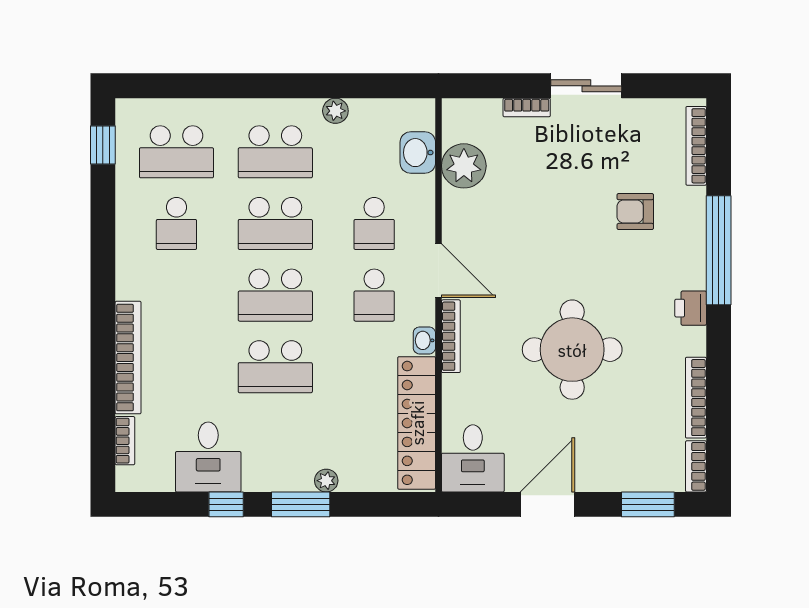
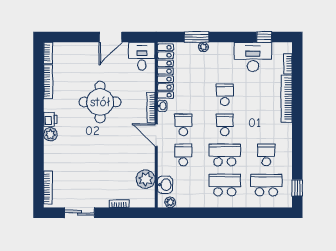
sliding door: (586, 86) -> (80, 213), moved
plant: (335, 111) -> (170, 202), moved
armchair: (635, 212) -> (74, 160), removed
window: (719, 250) -> (39, 144), removed
plant: (690, 273) -> (50, 134), added
school desk: (275, 295) -> (225, 125), width x0.54
school desk: (275, 367) -> (225, 95), width x0.54
desk: (208, 457) -> (253, 57), width x1.37
window: (226, 504) -> (264, 37), moved
window: (301, 504) -> (197, 37), moved
window: (648, 504) -> (68, 37), removed

